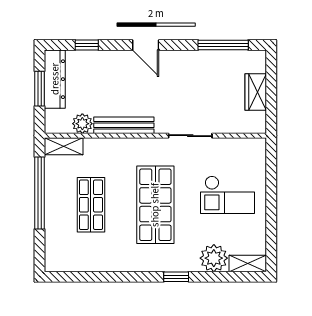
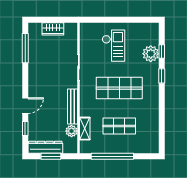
door: (146, 45) -> (25, 106), moved
shelving: (64, 146) -> (85, 129), moved
shelving: (248, 264) -> (154, 34), removed
window: (217, 277) -> (162, 52), added

